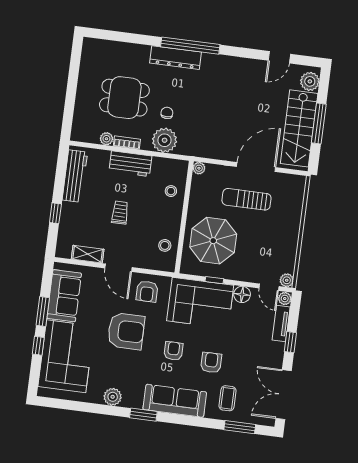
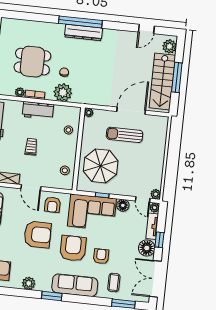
dresser: (175, 58) -> (84, 33), moved
armchair: (173, 351) -> (73, 248), width x1.88, depth x1.88
floor lamp: (273, 353) -> (147, 248), added

